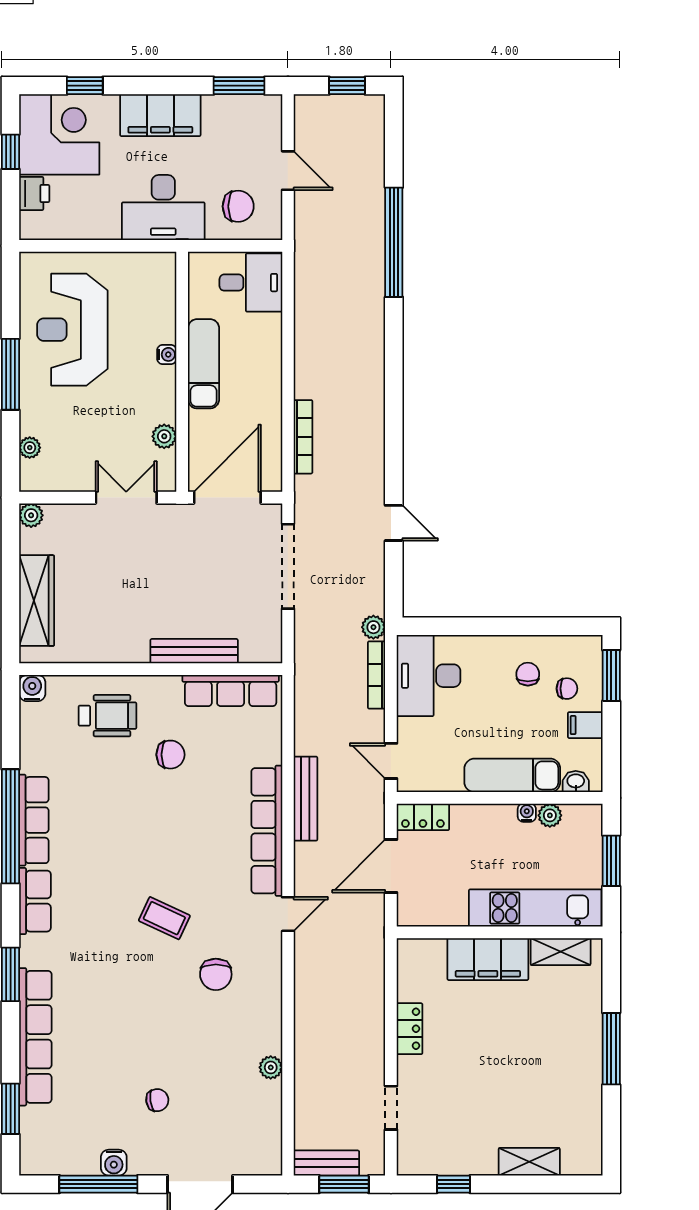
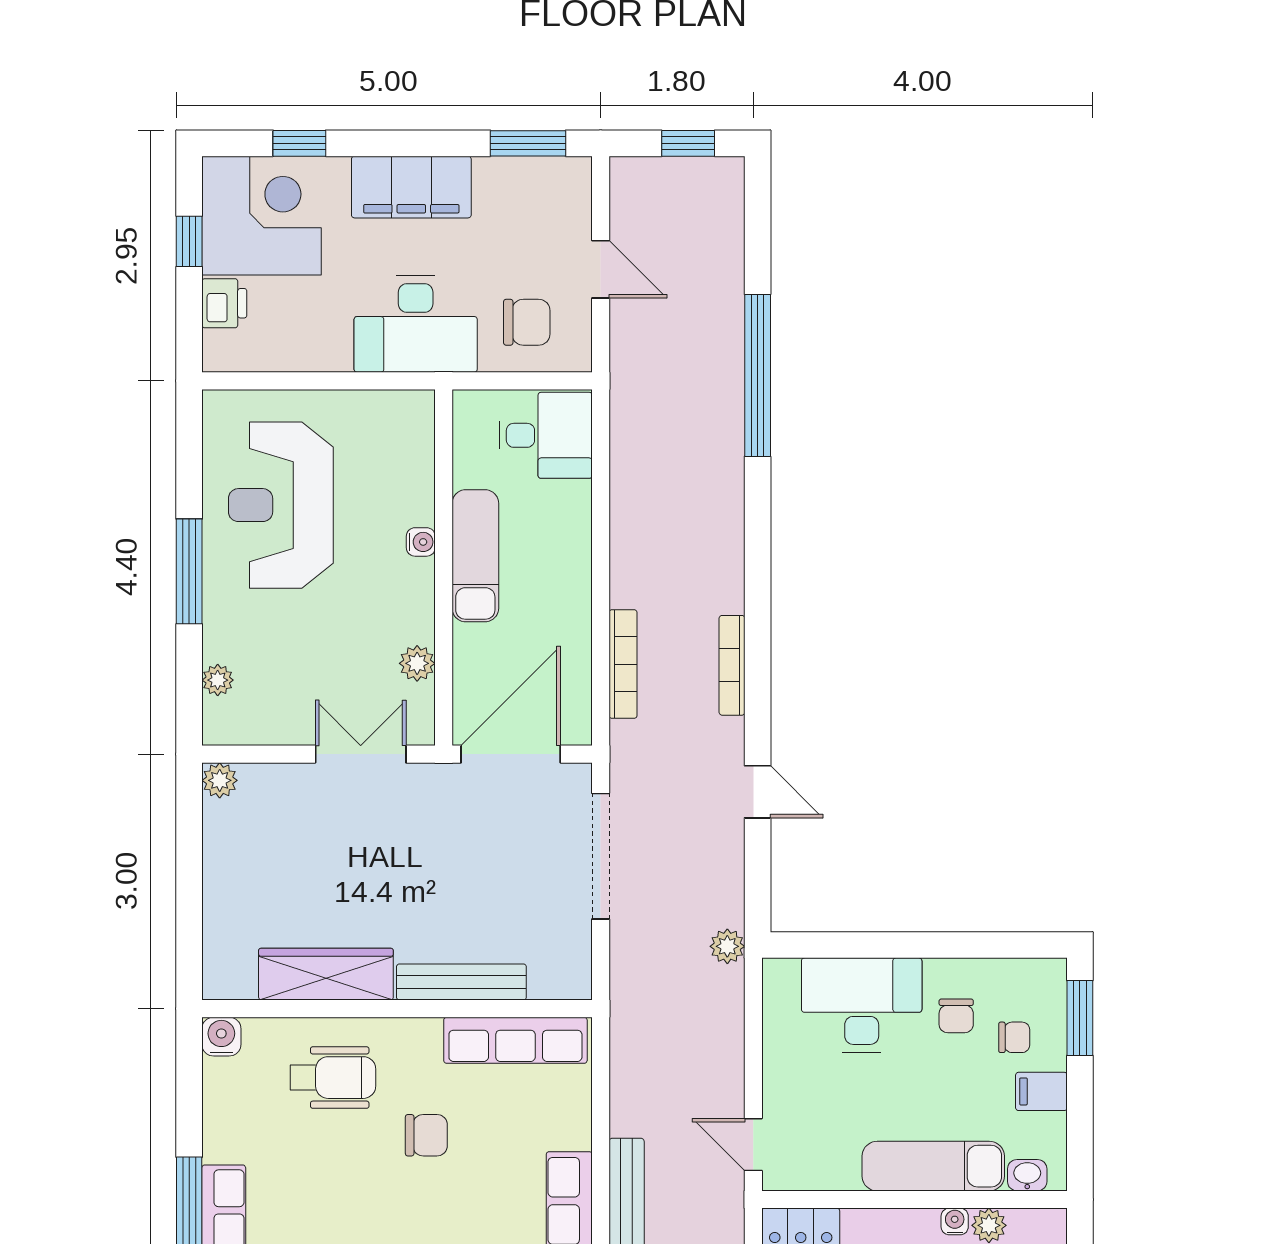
wardrobe: (37, 601) -> (326, 974), moved, turned -90
chair: (528, 674) -> (956, 1016), turned 180
bookcase: (377, 675) -> (732, 665), moved
desk: (429, 676) -> (862, 1005), moved, turned 90

